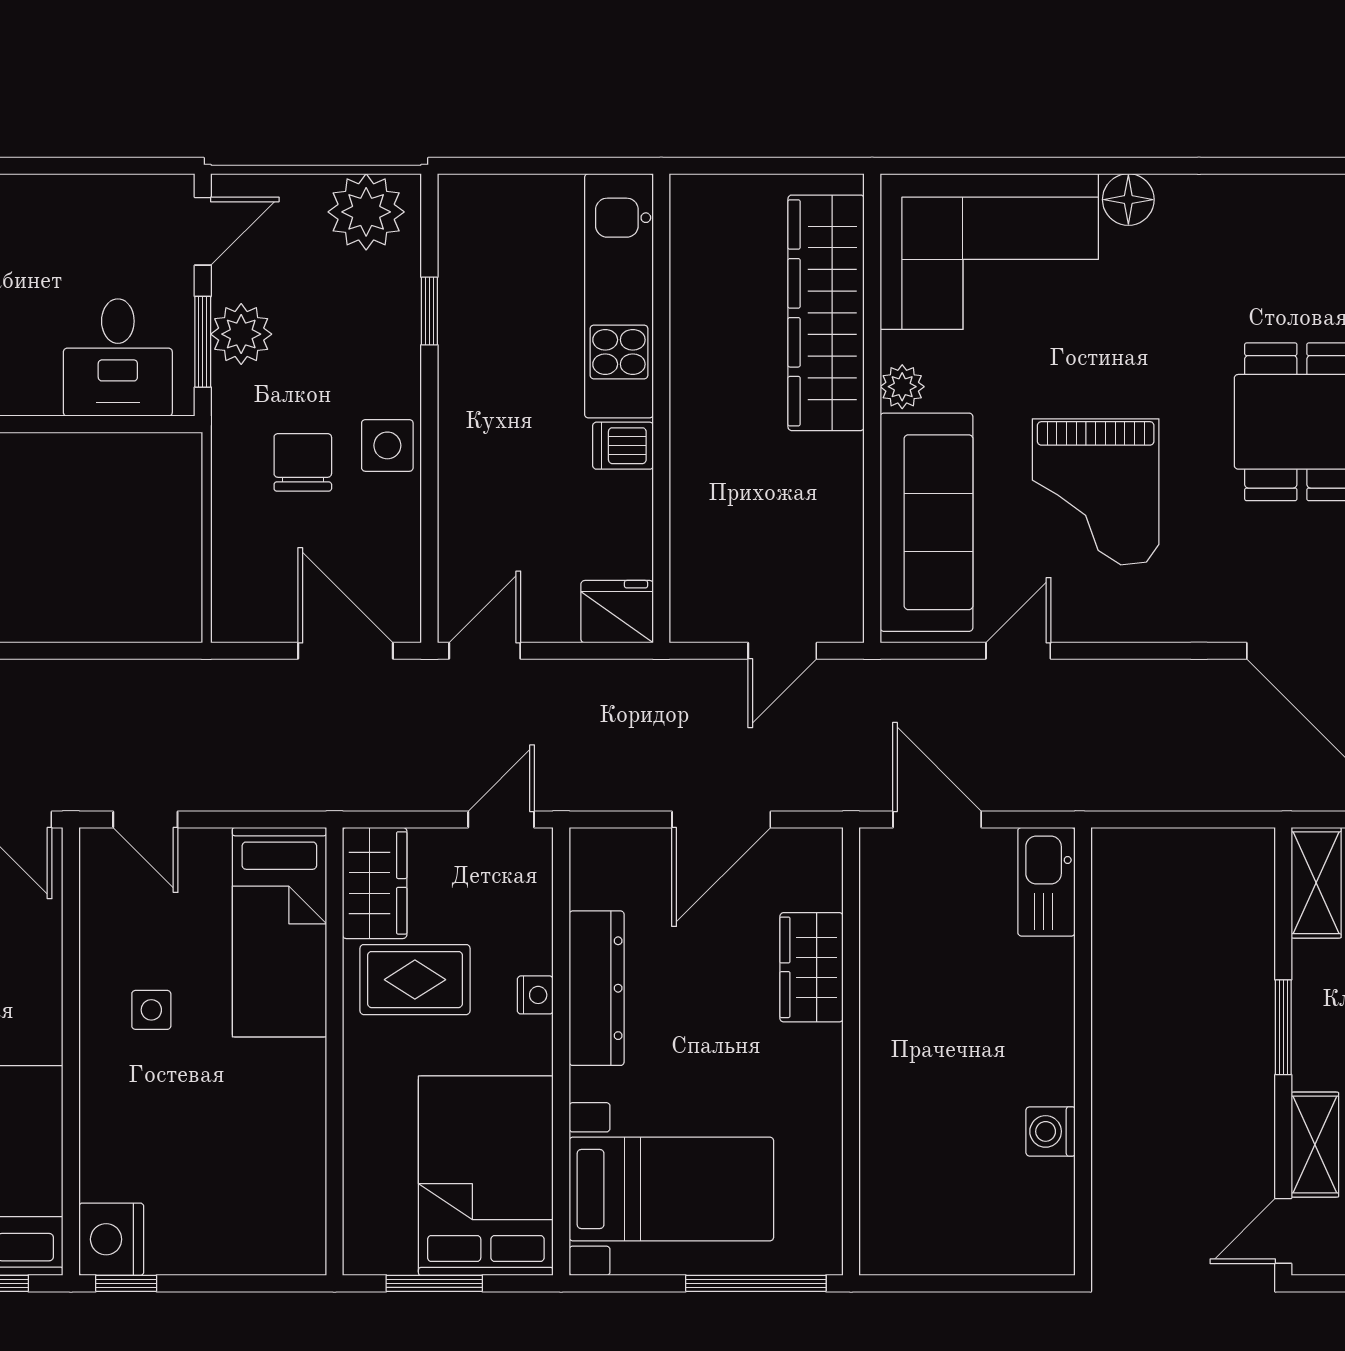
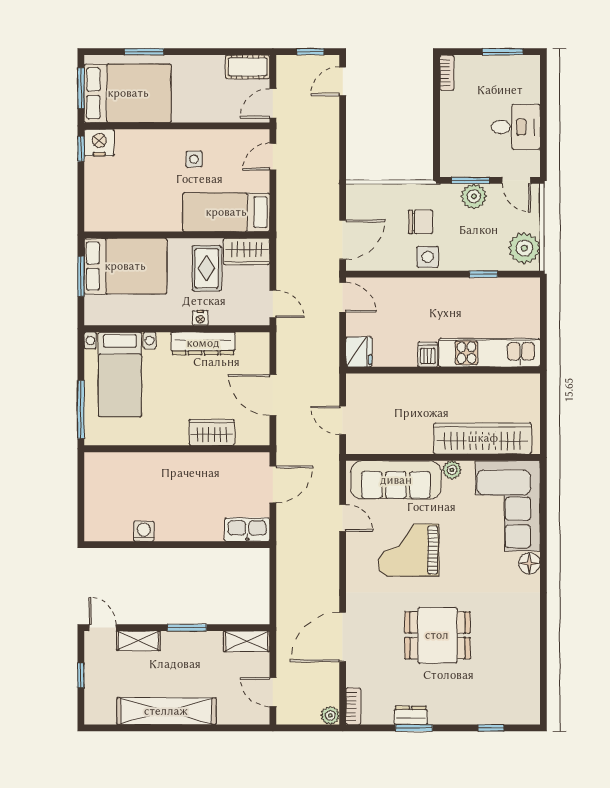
desk: (118, 358) -> (516, 127), moved, turned 180
bed: (486, 1176) -> (125, 266), moved

